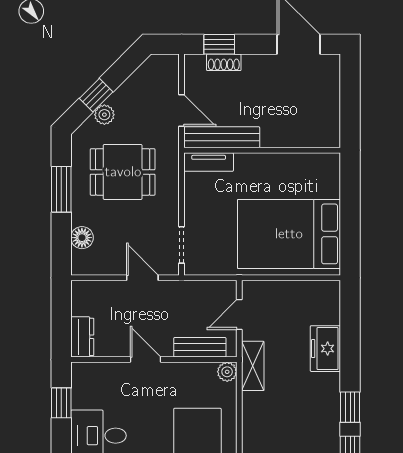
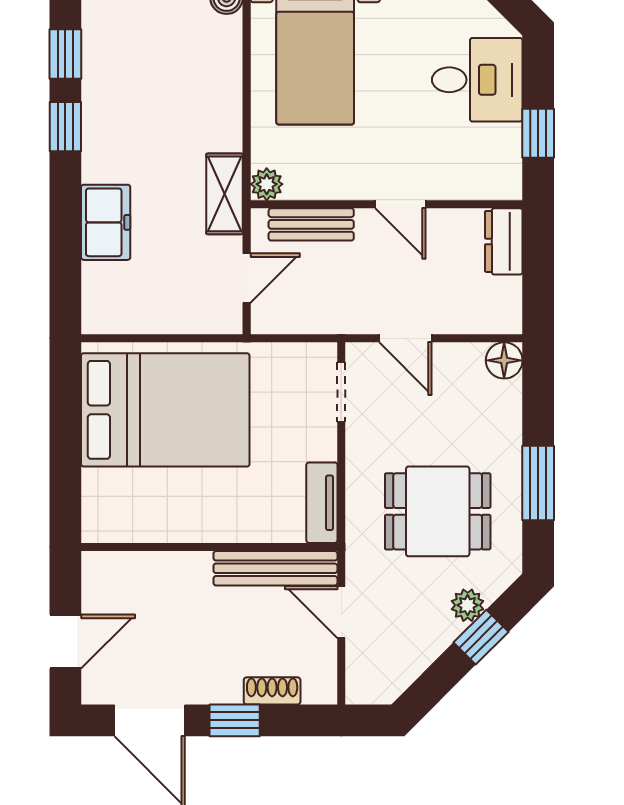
window: (219, 44) -> (235, 720), moved
door: (350, 92) -> (65, 642), added
tv unit: (209, 162) -> (322, 503), moved, turned -90
floor lamp: (82, 238) -> (504, 360), moved

